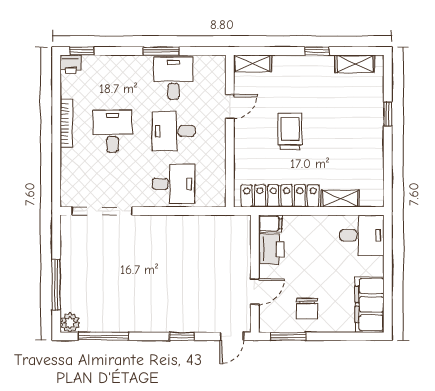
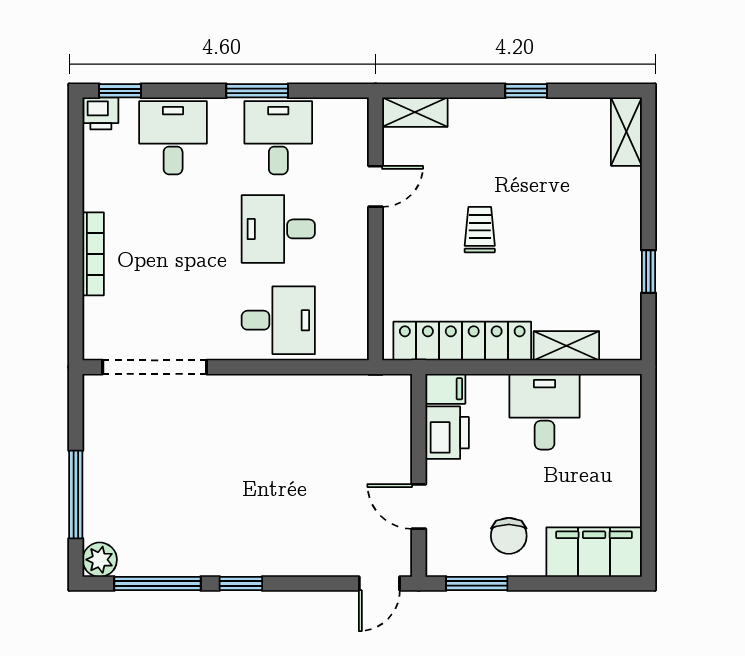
shelving: (355, 64) -> (626, 132), moved, turned 90
window: (388, 114) -> (648, 272), moved
bookcase: (66, 123) -> (93, 254), moved
desk: (112, 131) -> (173, 138), moved
trolley: (290, 131) -> (480, 230), width x0.73, depth x0.72
desk: (362, 235) -> (545, 412), moved, turned -90
door: (255, 292) -> (419, 506), swing flipped
filing cabinet: (370, 304) -> (594, 552), moved, turned 90
window: (182, 336) -> (241, 584), moved

